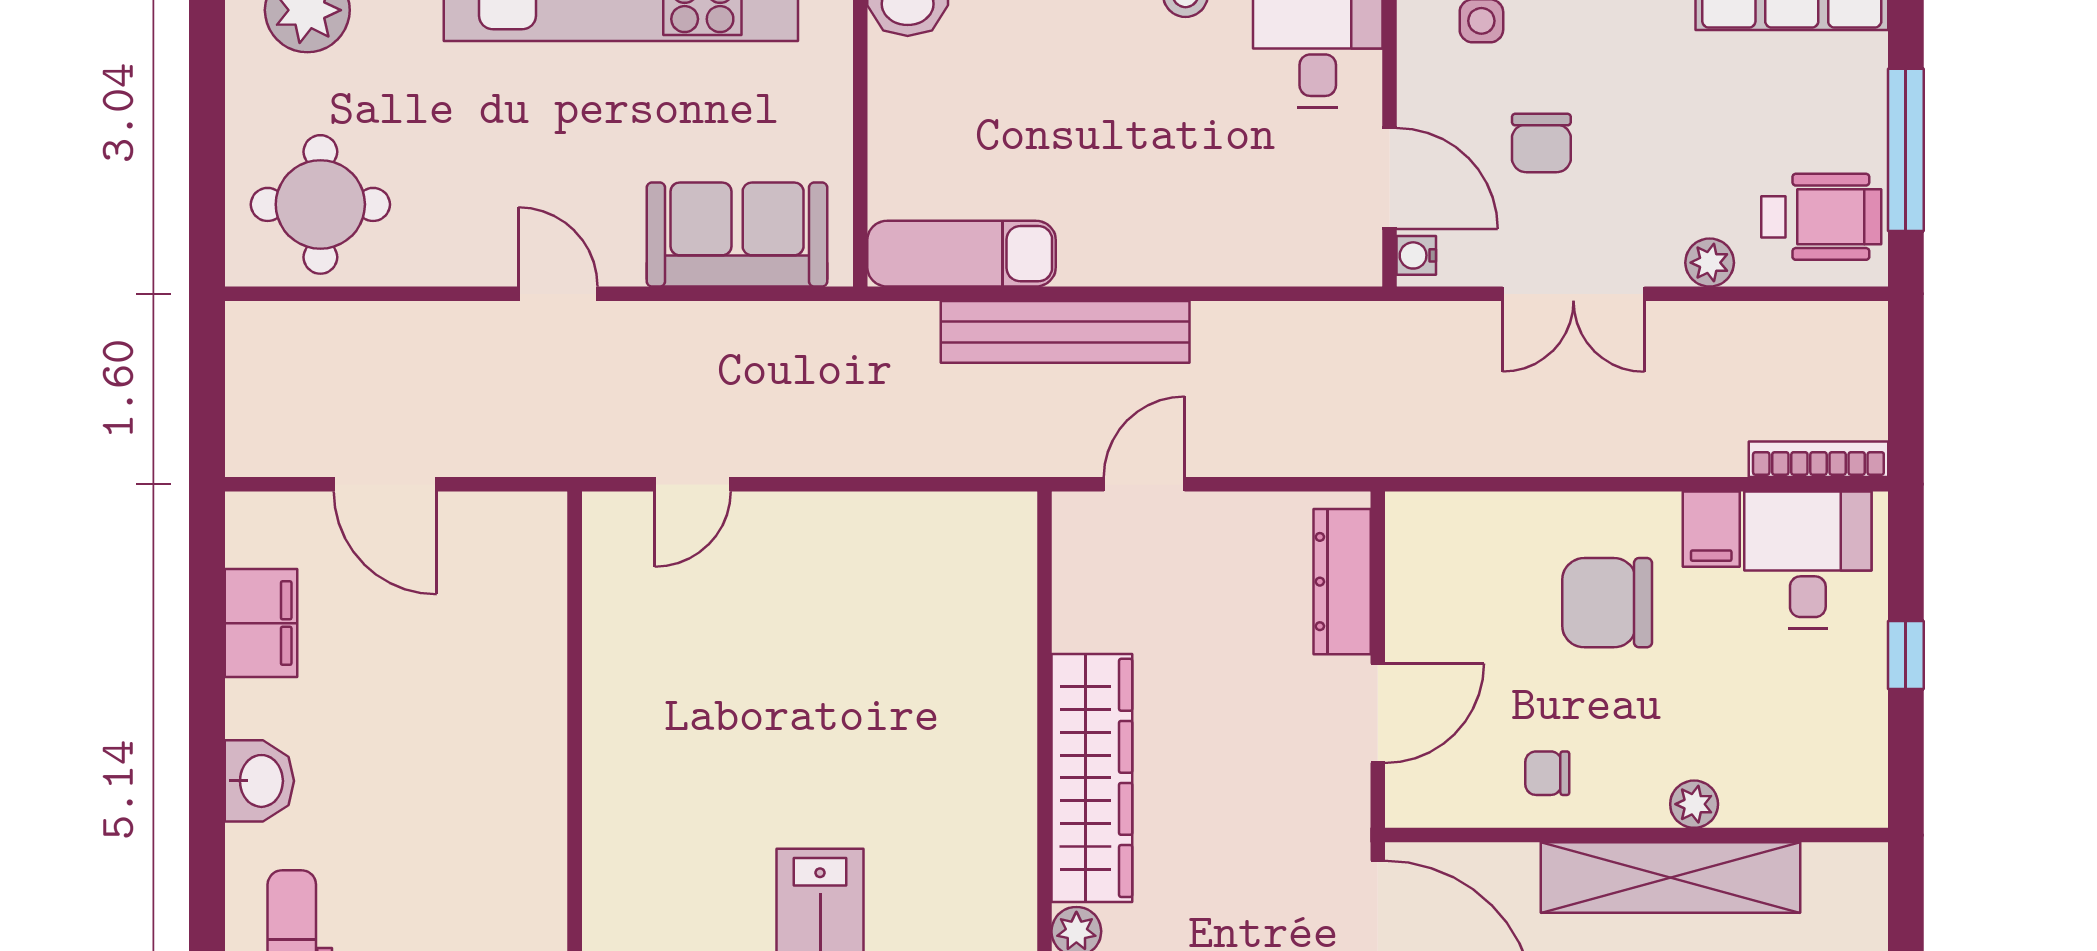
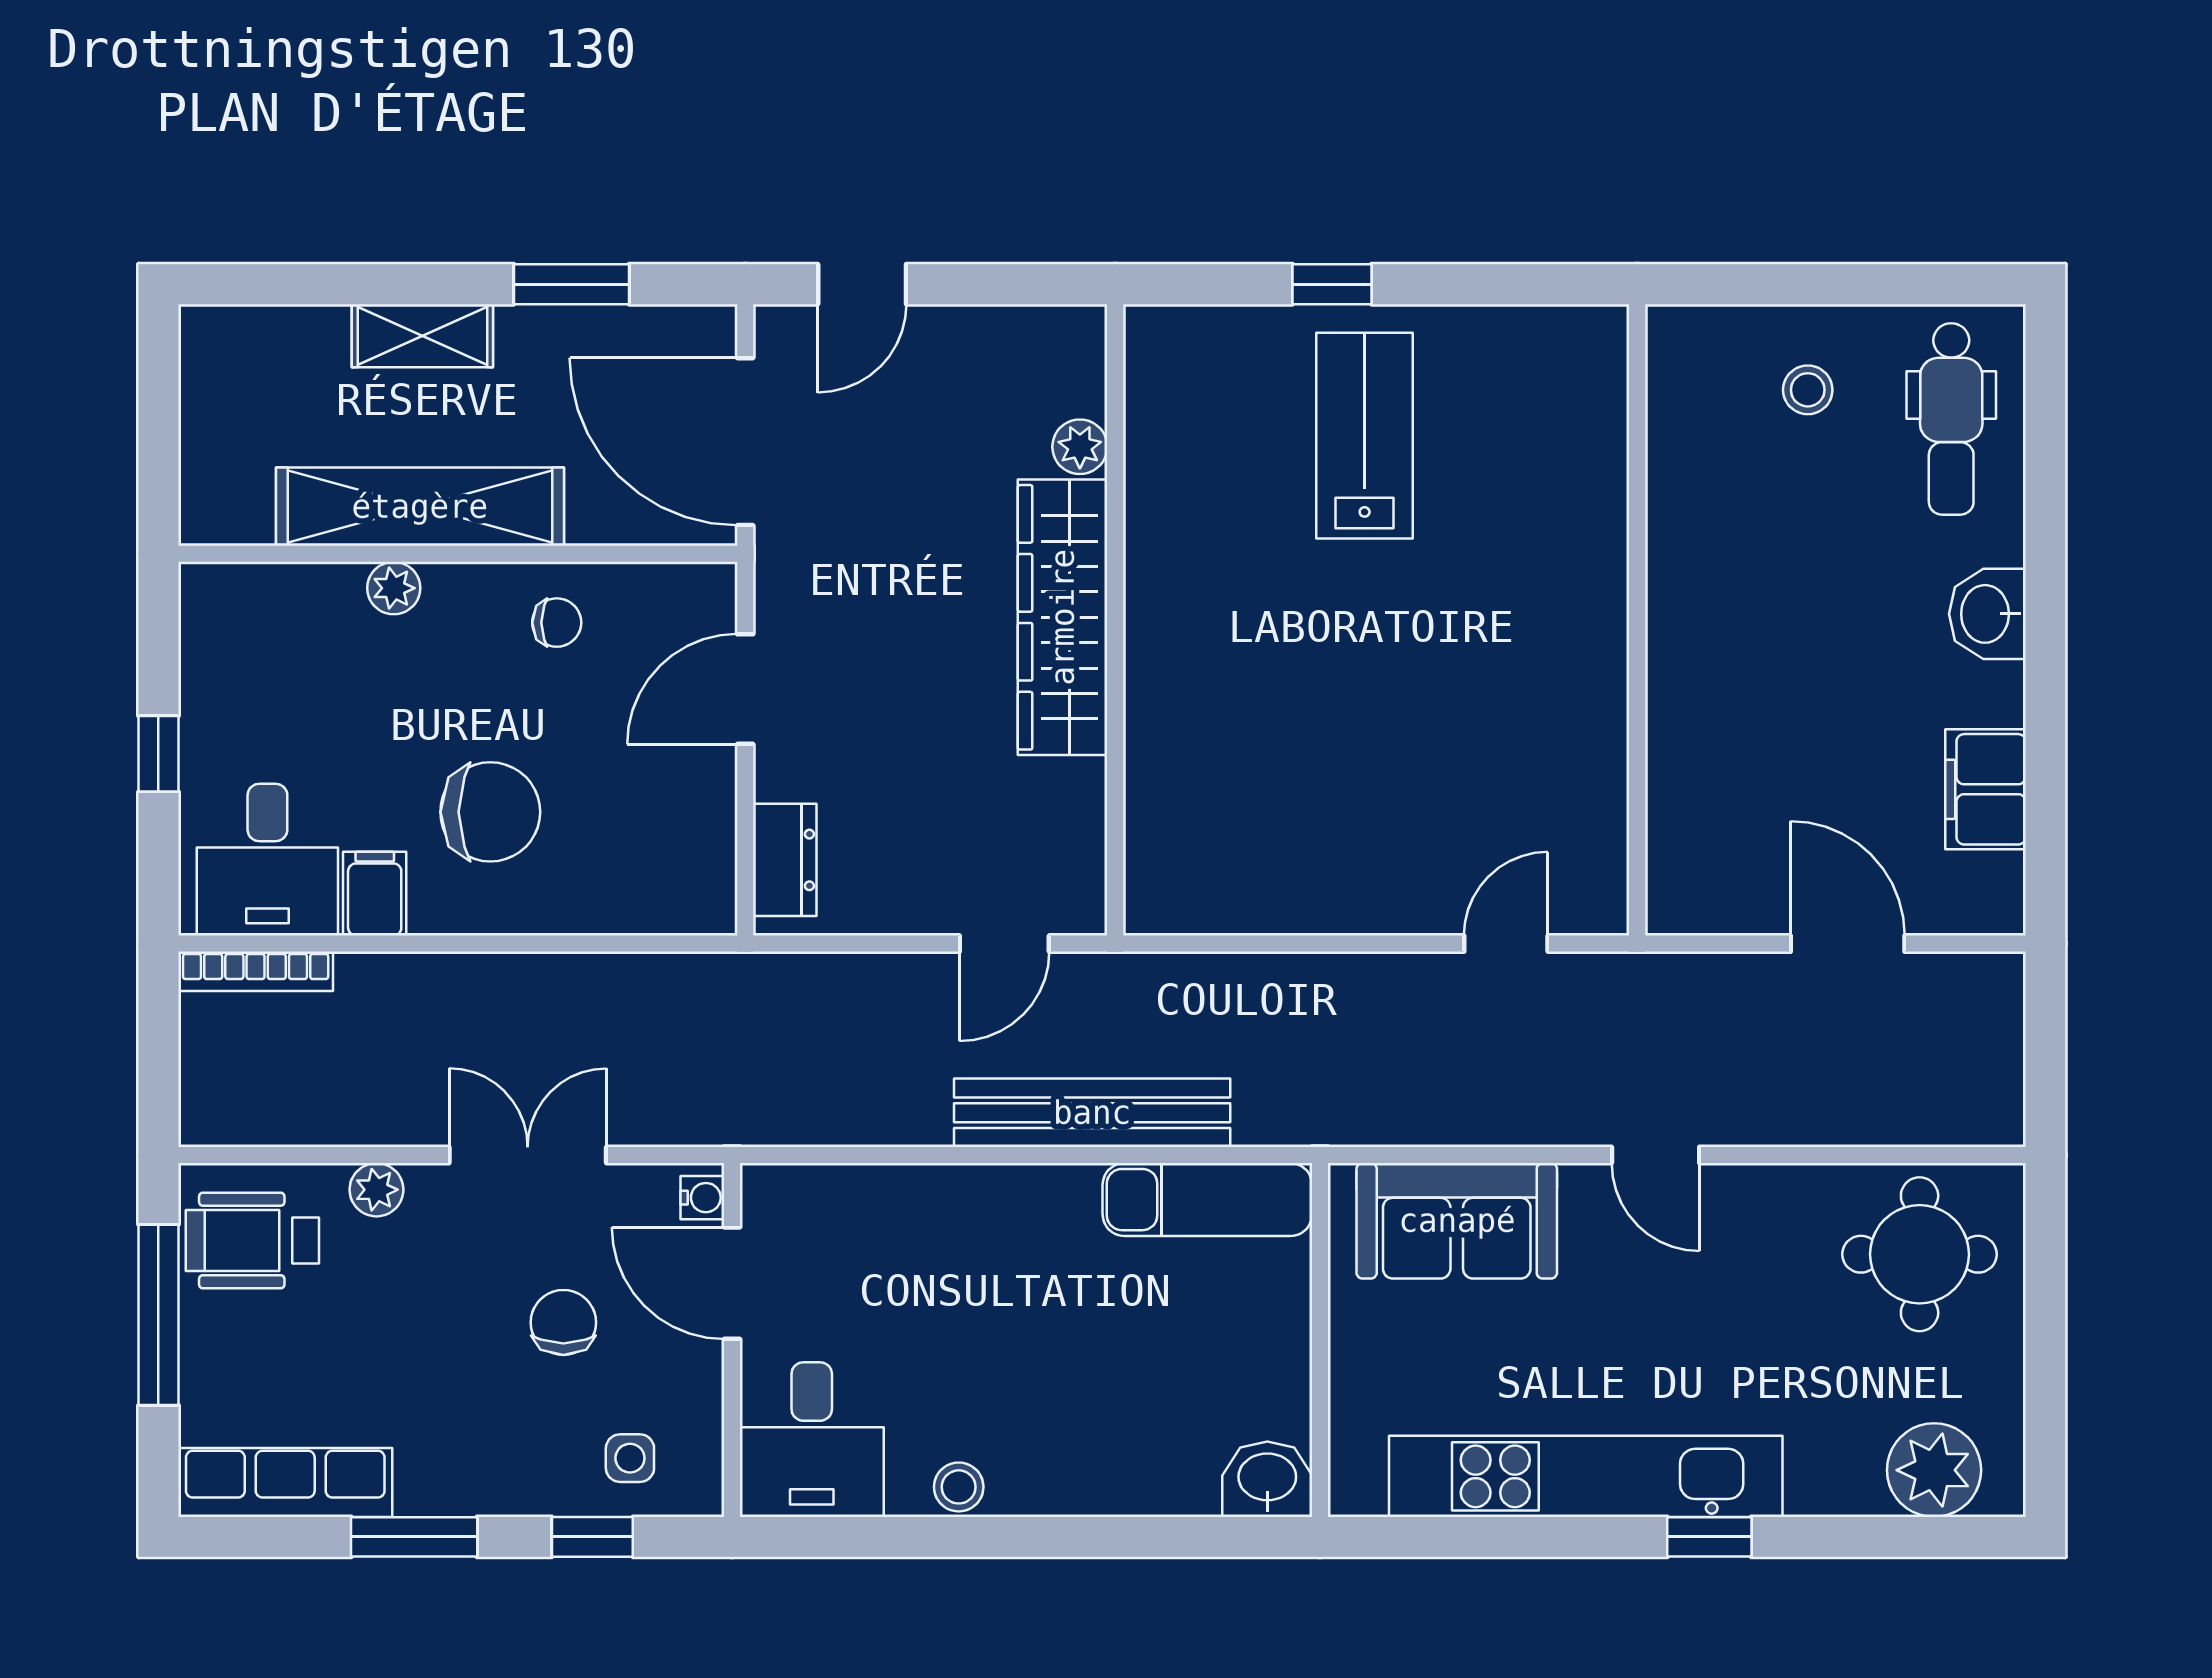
dresser: (1342, 582) -> (785, 860), width x0.70

